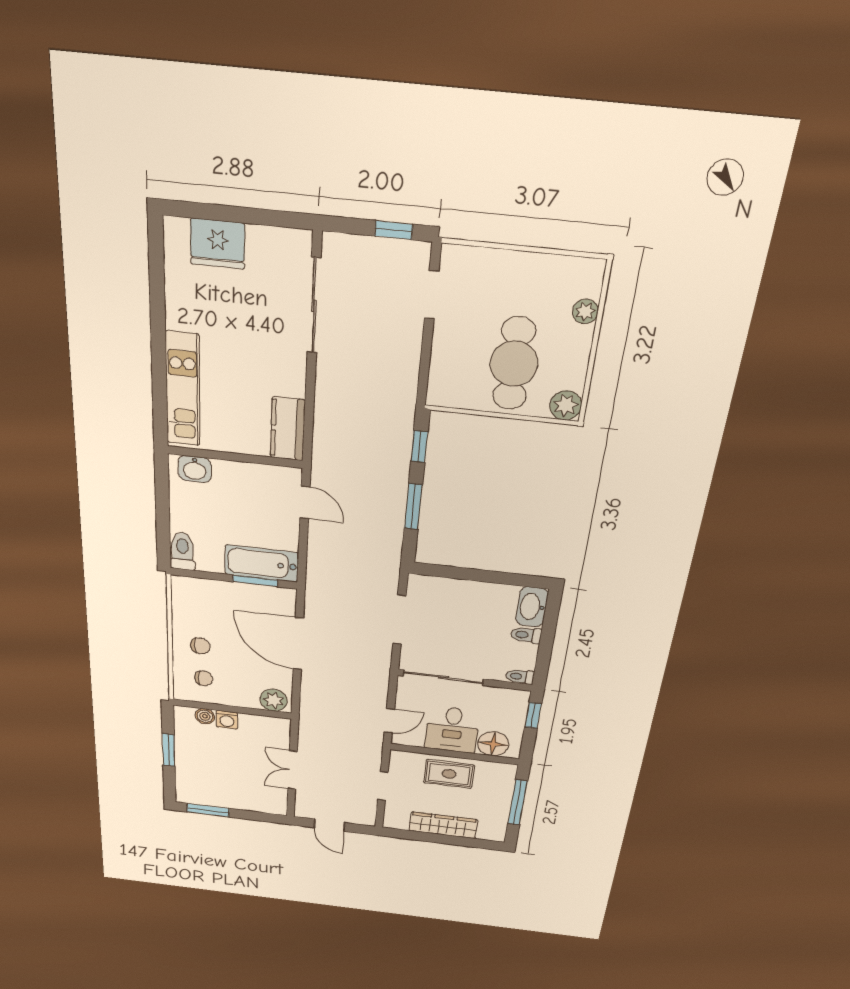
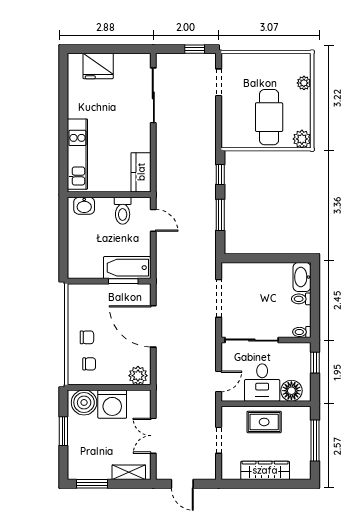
toilet: (183, 551) -> (123, 211), moved, turned 180
boiler: (205, 716) -> (84, 402), width x1.86, depth x1.86
washing machine: (227, 720) -> (112, 404), width x1.89, depth x1.89
shelving: (258, 804) -> (129, 472), added

